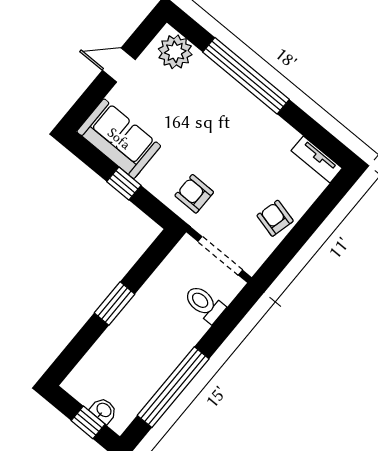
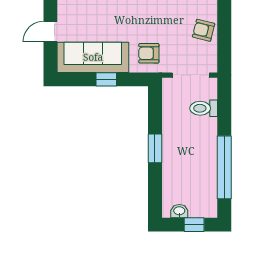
door: (119, 65) -> (50, 32), moved
sofa: (119, 139) -> (93, 57), width x1.36
washbasin: (104, 410) -> (179, 211), moved

